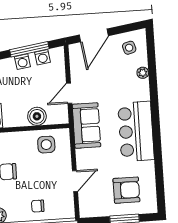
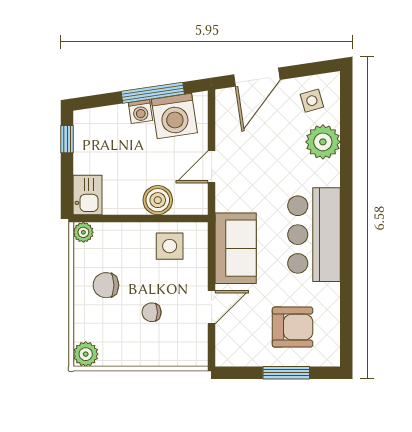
washing machine: (43, 57) -> (174, 116), width x1.89, depth x1.89
plant: (143, 73) -> (323, 142), width x1.88, depth x1.88
sofa: (86, 125) -> (236, 248), moved
chair: (38, 206) -> (152, 312), moved

